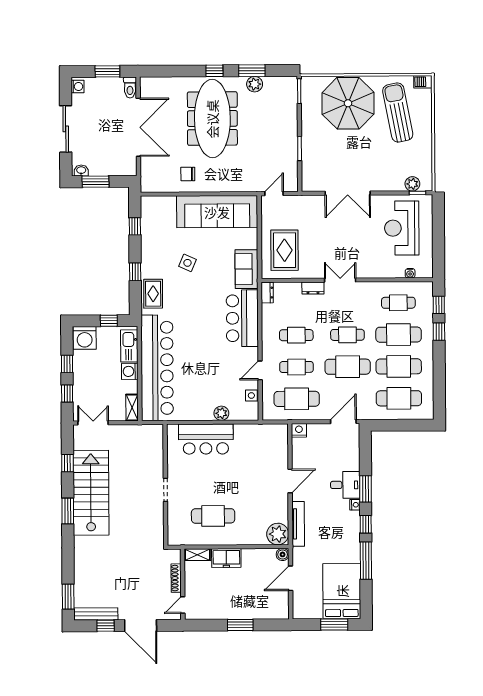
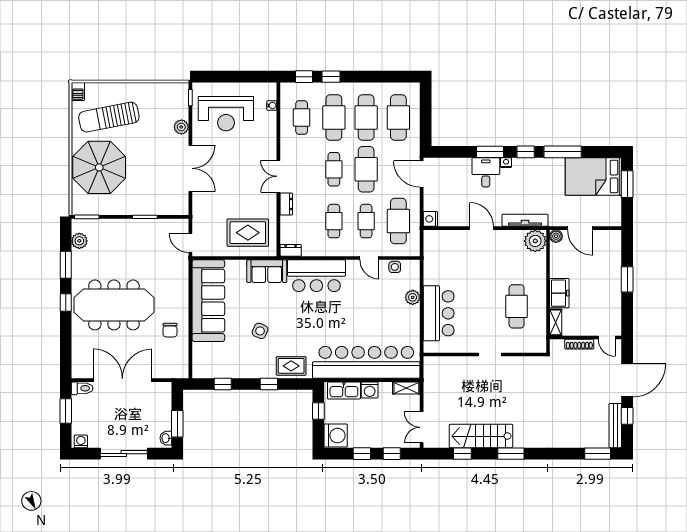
plant: (255, 84) -> (79, 241), moved
plant: (412, 184) -> (181, 127), moved
stairs: (91, 493) -> (481, 436), width x0.73, depth x0.66

